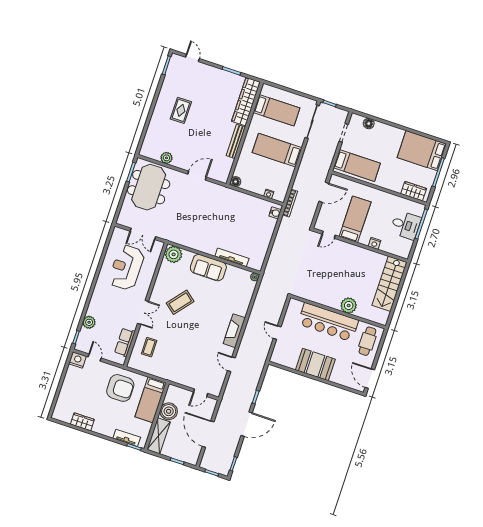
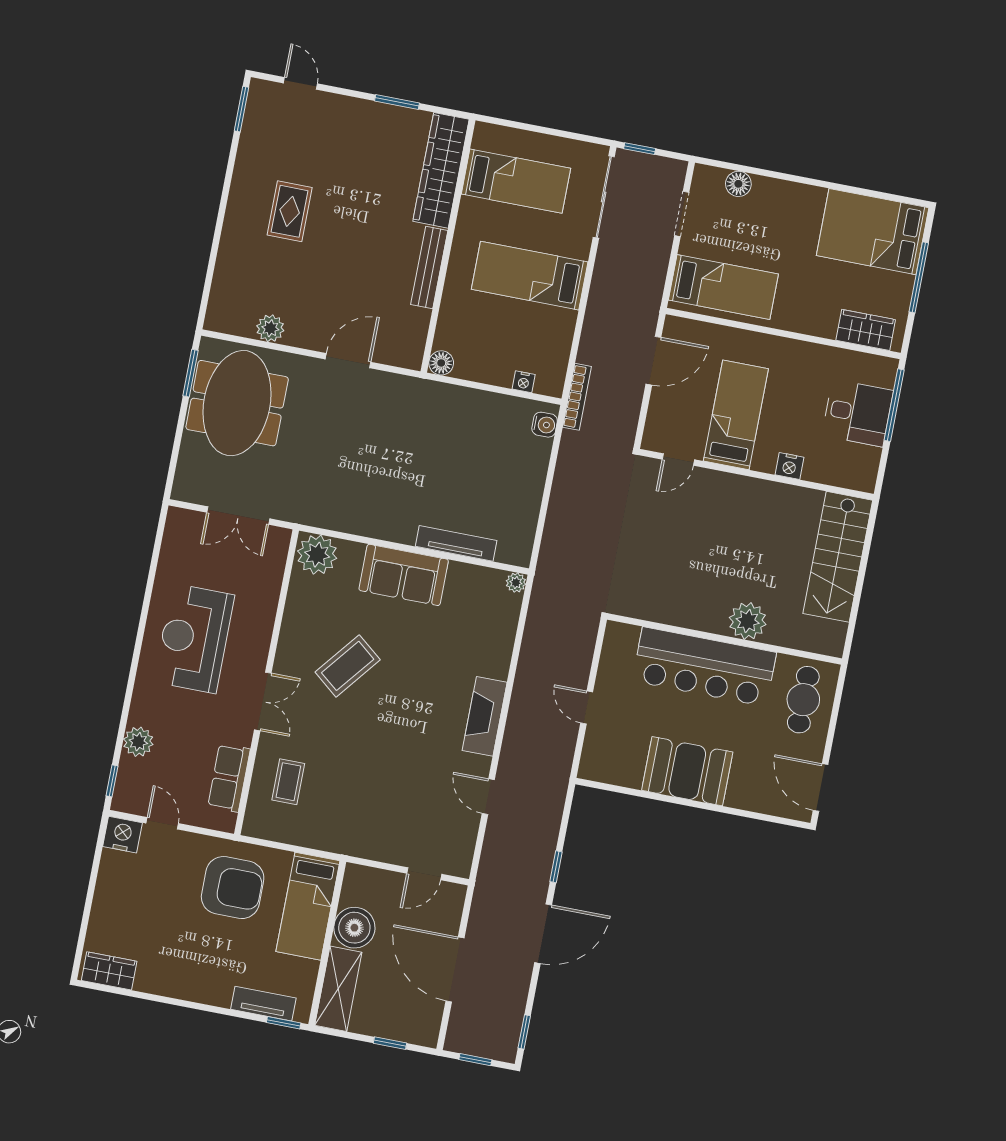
reception desk: (127, 267) -> (194, 638), moved
wardrobe: (82, 422) -> (109, 971), moved

